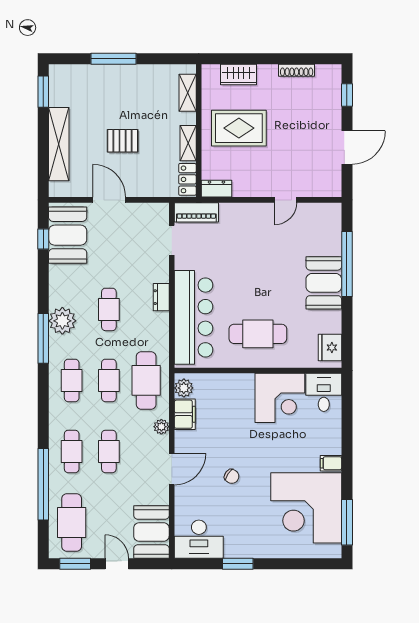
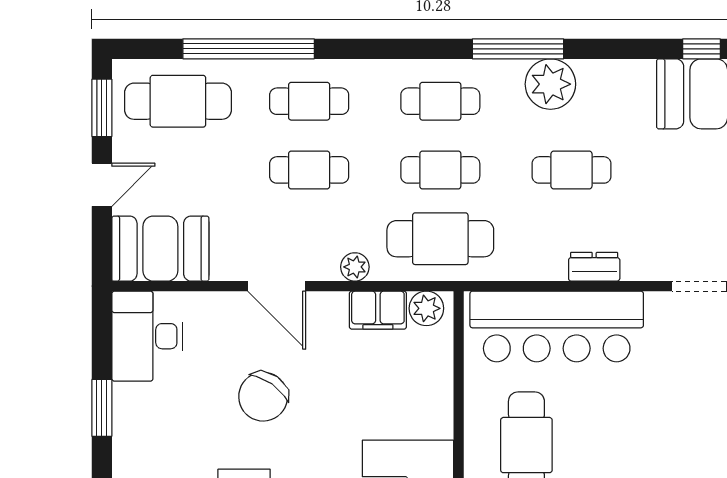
chair: (232, 476) -> (263, 397), width x1.87, depth x1.87

